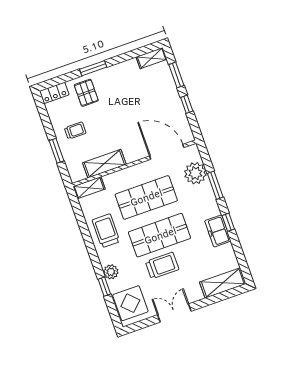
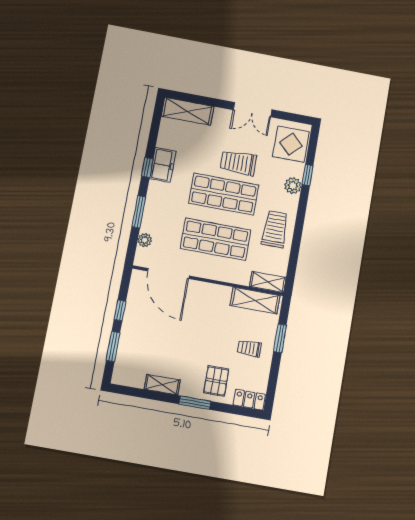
shelving: (152, 58) -> (162, 385), moved
shelving: (104, 164) -> (255, 301), moved
plant: (195, 173) -> (145, 240), width x0.53, depth x0.53
trolley: (106, 231) -> (275, 229), turned 180

